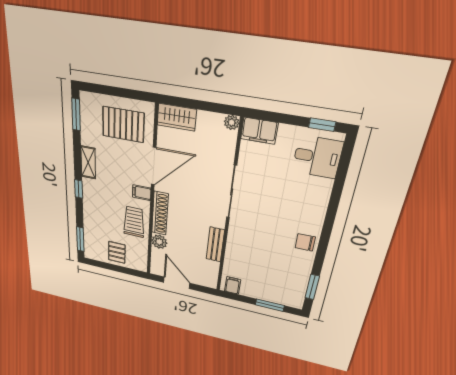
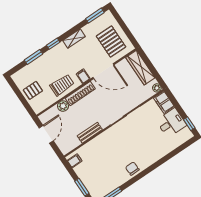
wardrobe: (177, 117) -> (140, 68), width x1.50
desk: (317, 157) -> (171, 123), moved, turned -90
window: (80, 239) -> (33, 57), moved

